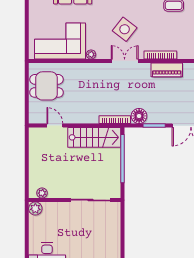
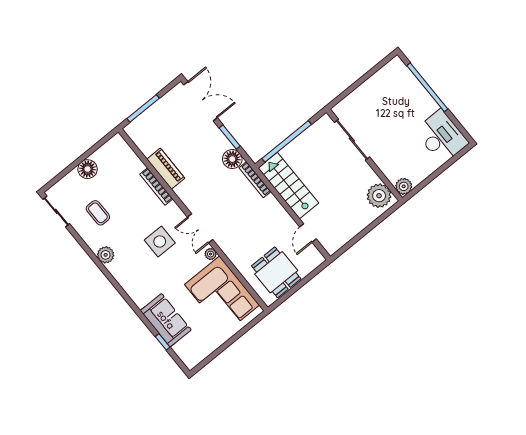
side table: (125, 29) -> (160, 242), turned -38
double door: (125, 61) -> (200, 228), moved
plant: (42, 193) -> (379, 196), width x1.87, depth x1.87

